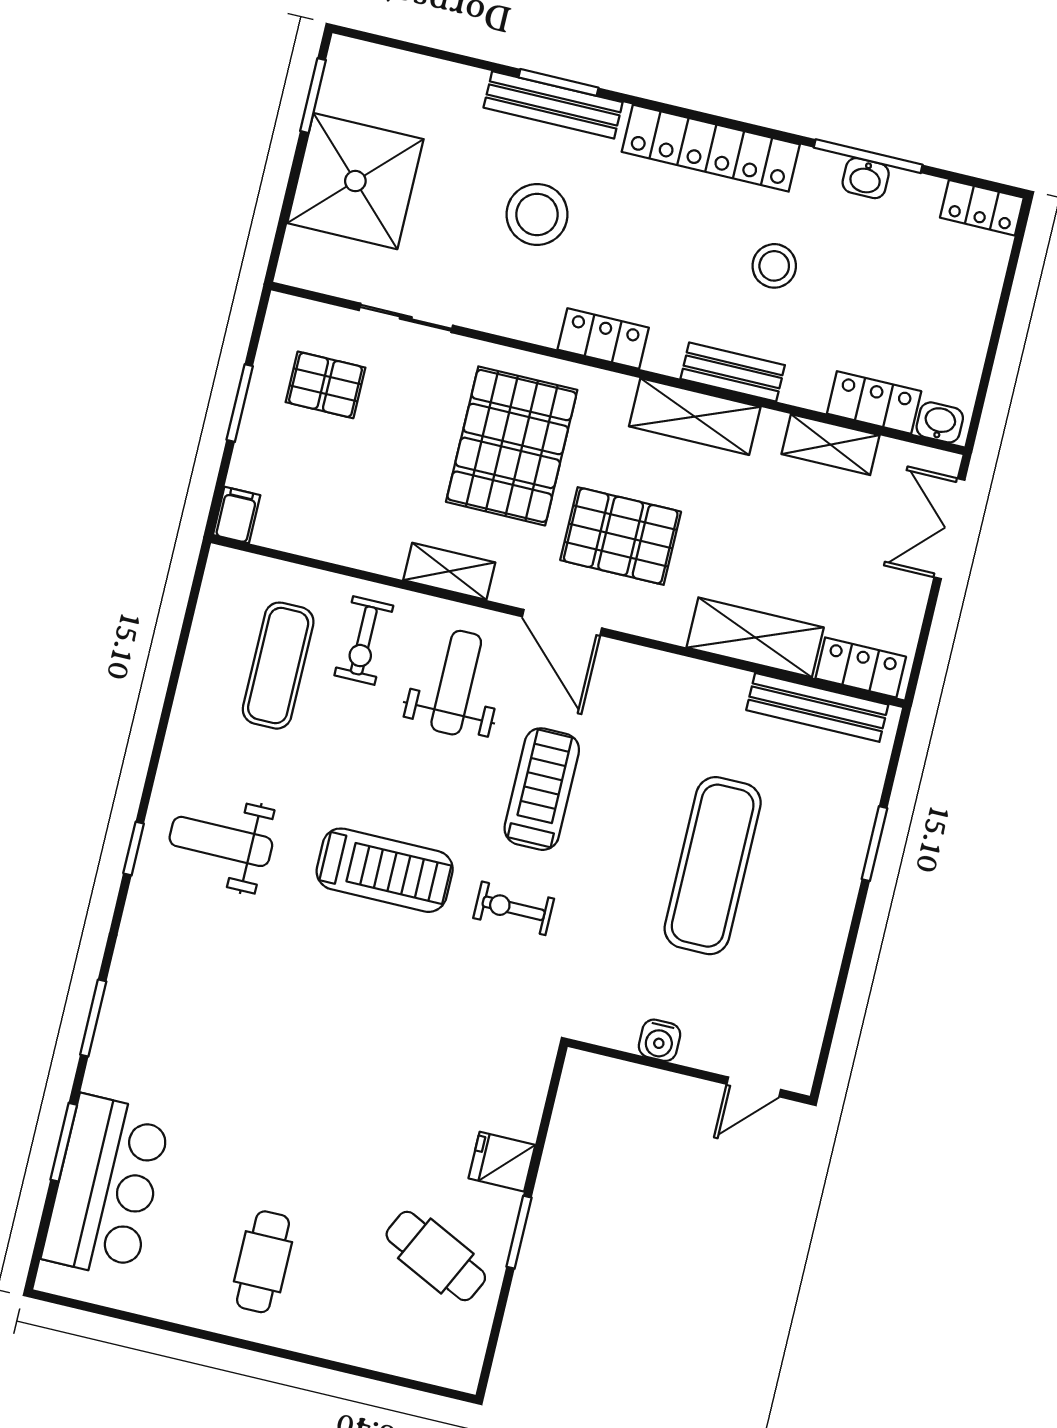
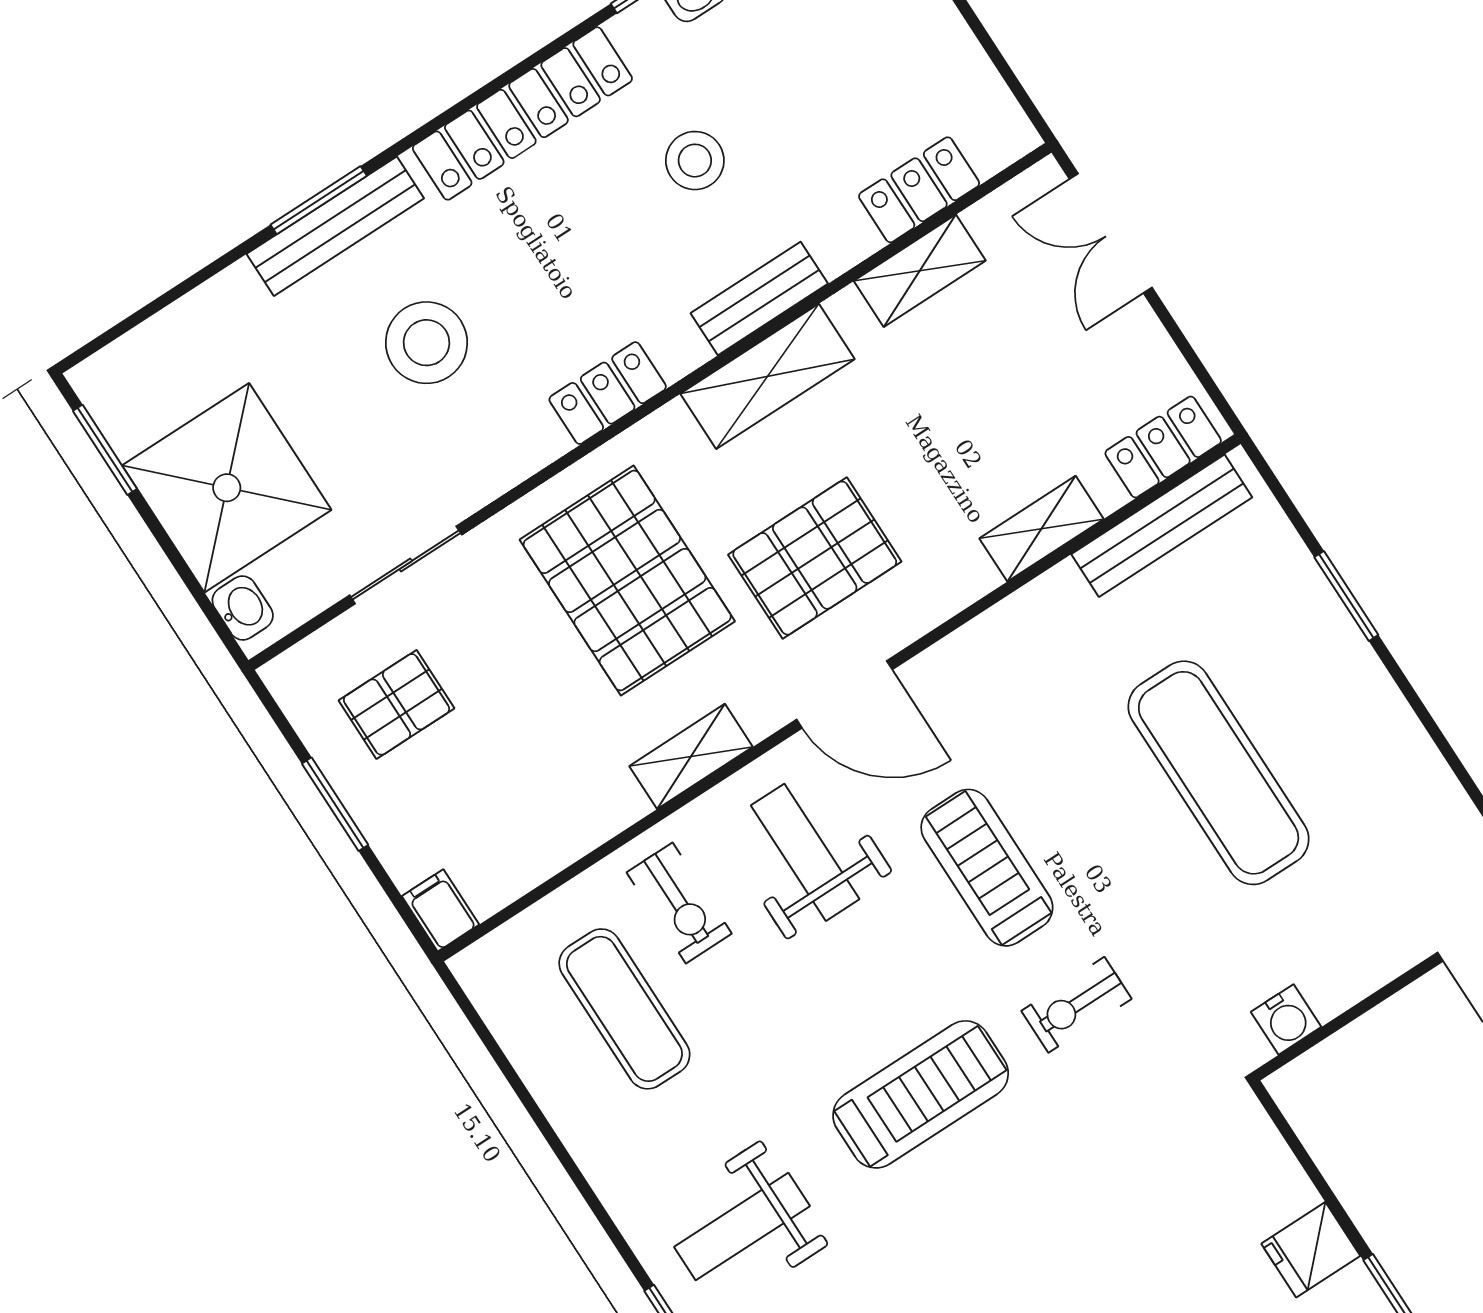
washbasin: (940, 422) -> (243, 608), moved, turned 90
shelving: (755, 637) -> (1041, 529), width x0.67, depth x0.75
water cooler: (659, 1040) -> (1286, 1019), moved

